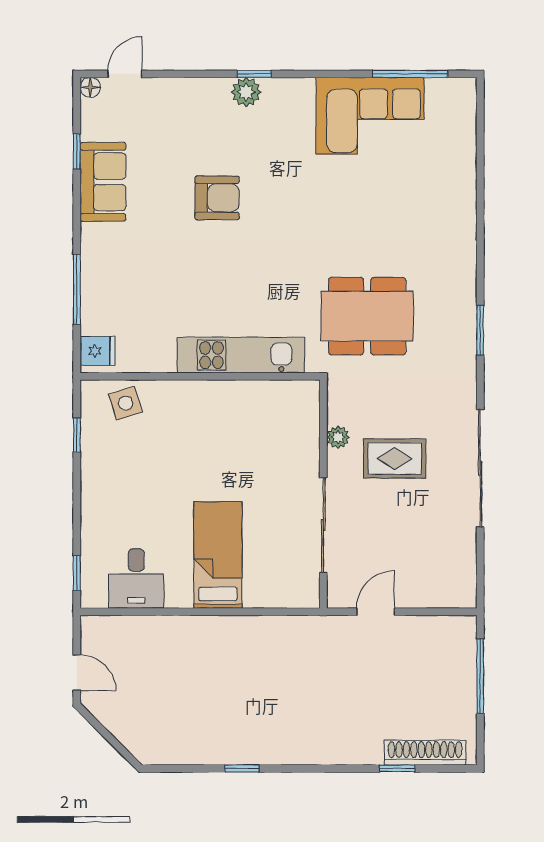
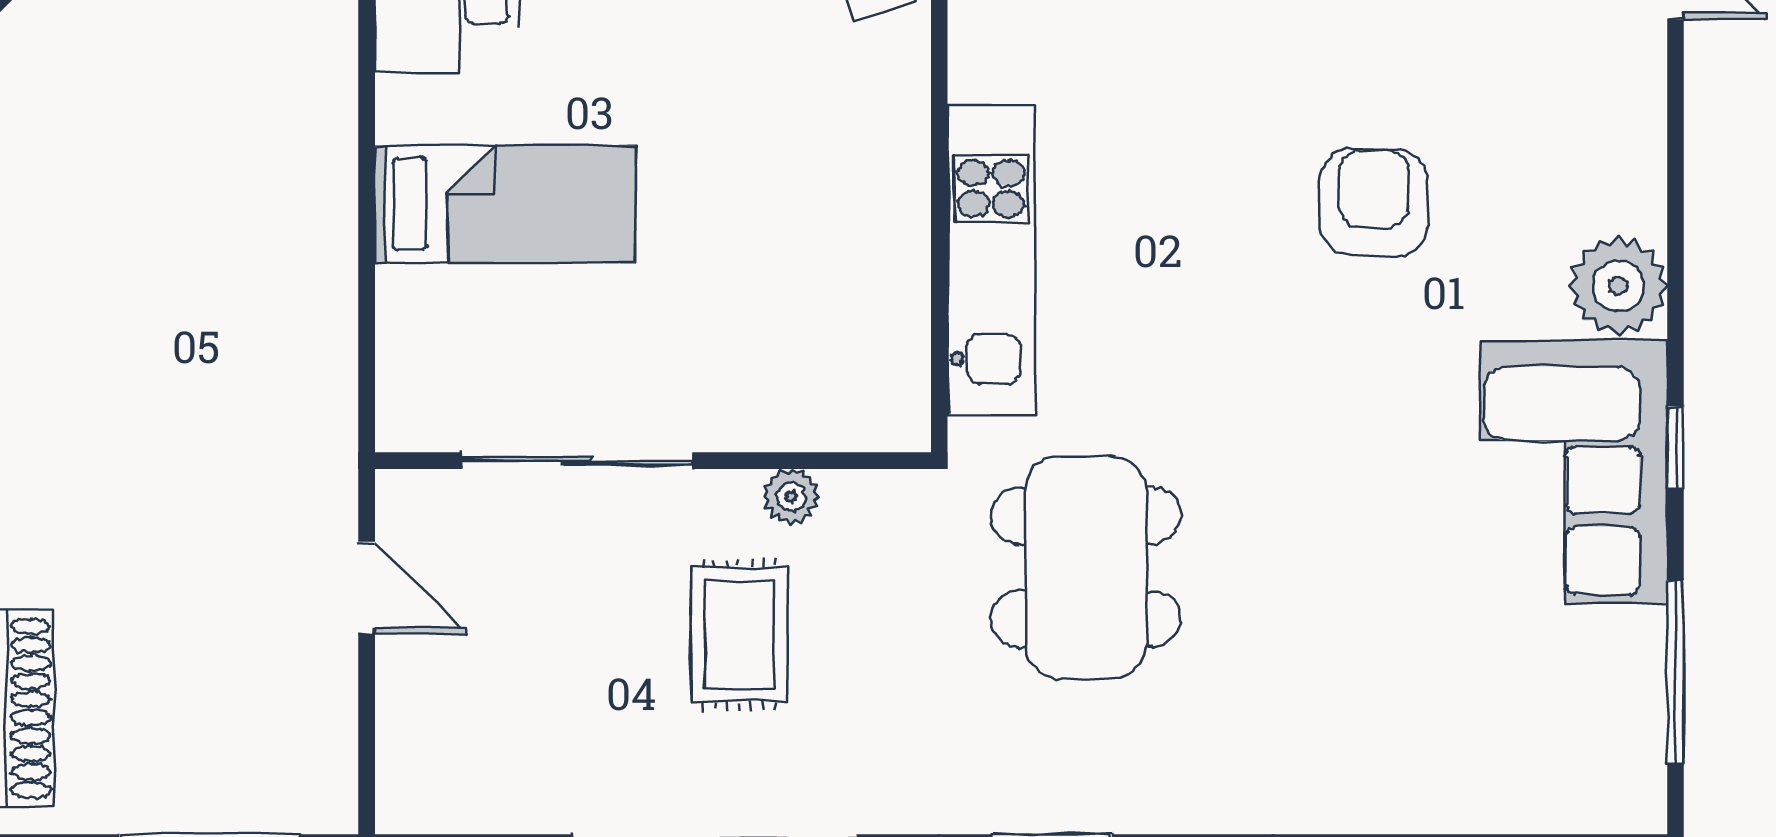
window: (254, 74) -> (1675, 448), moved
plant: (246, 92) -> (1618, 286), width x1.36, depth x1.36
corner sofa: (370, 116) -> (1574, 472), moved
armchair: (217, 198) -> (1374, 202), turned 180

